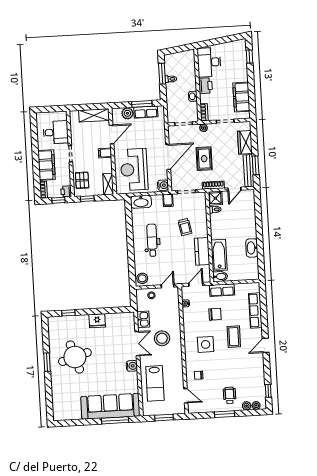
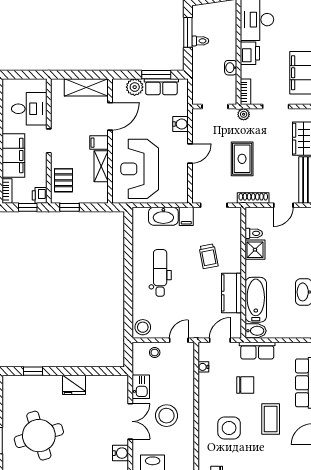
door: (168, 157) -> (190, 153), width x0.53
shelving: (108, 184) -> (101, 166), moved
water cooler: (163, 185) -> (180, 124), moved
shower: (215, 198) -> (255, 250), moved
washbasin: (141, 202) -> (163, 216), moved

